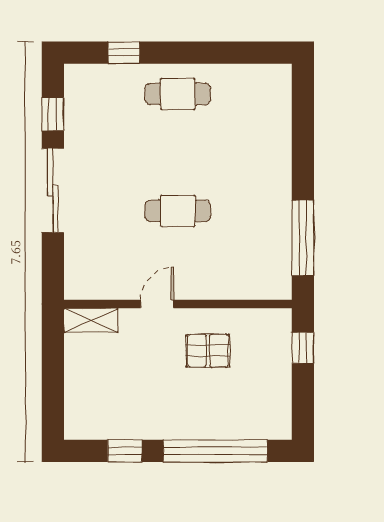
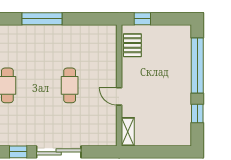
window: (303, 238) -> (42, 19), moved
pallet: (208, 351) -> (132, 45), moved

